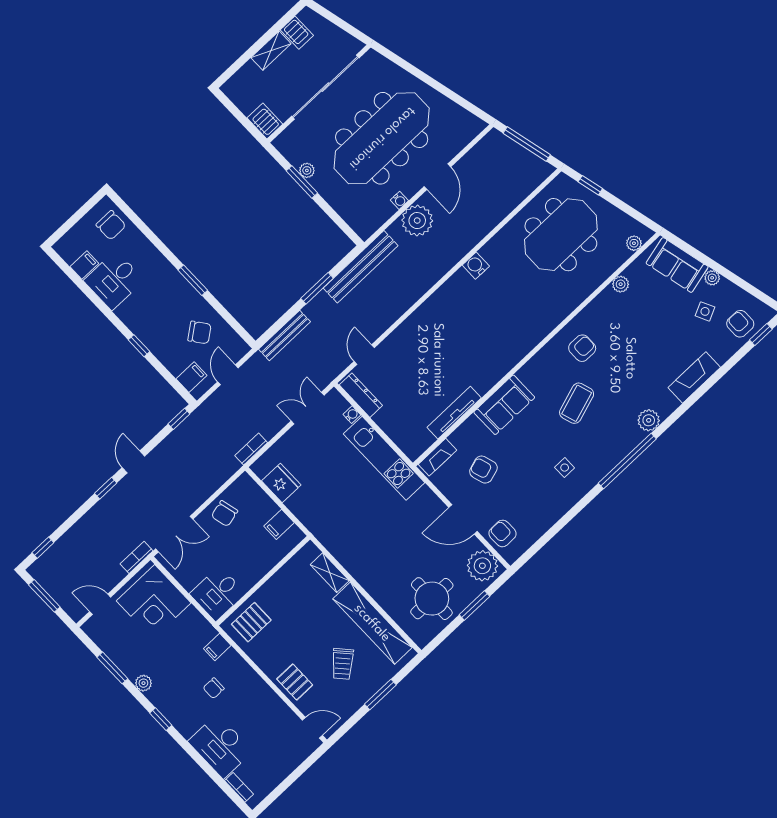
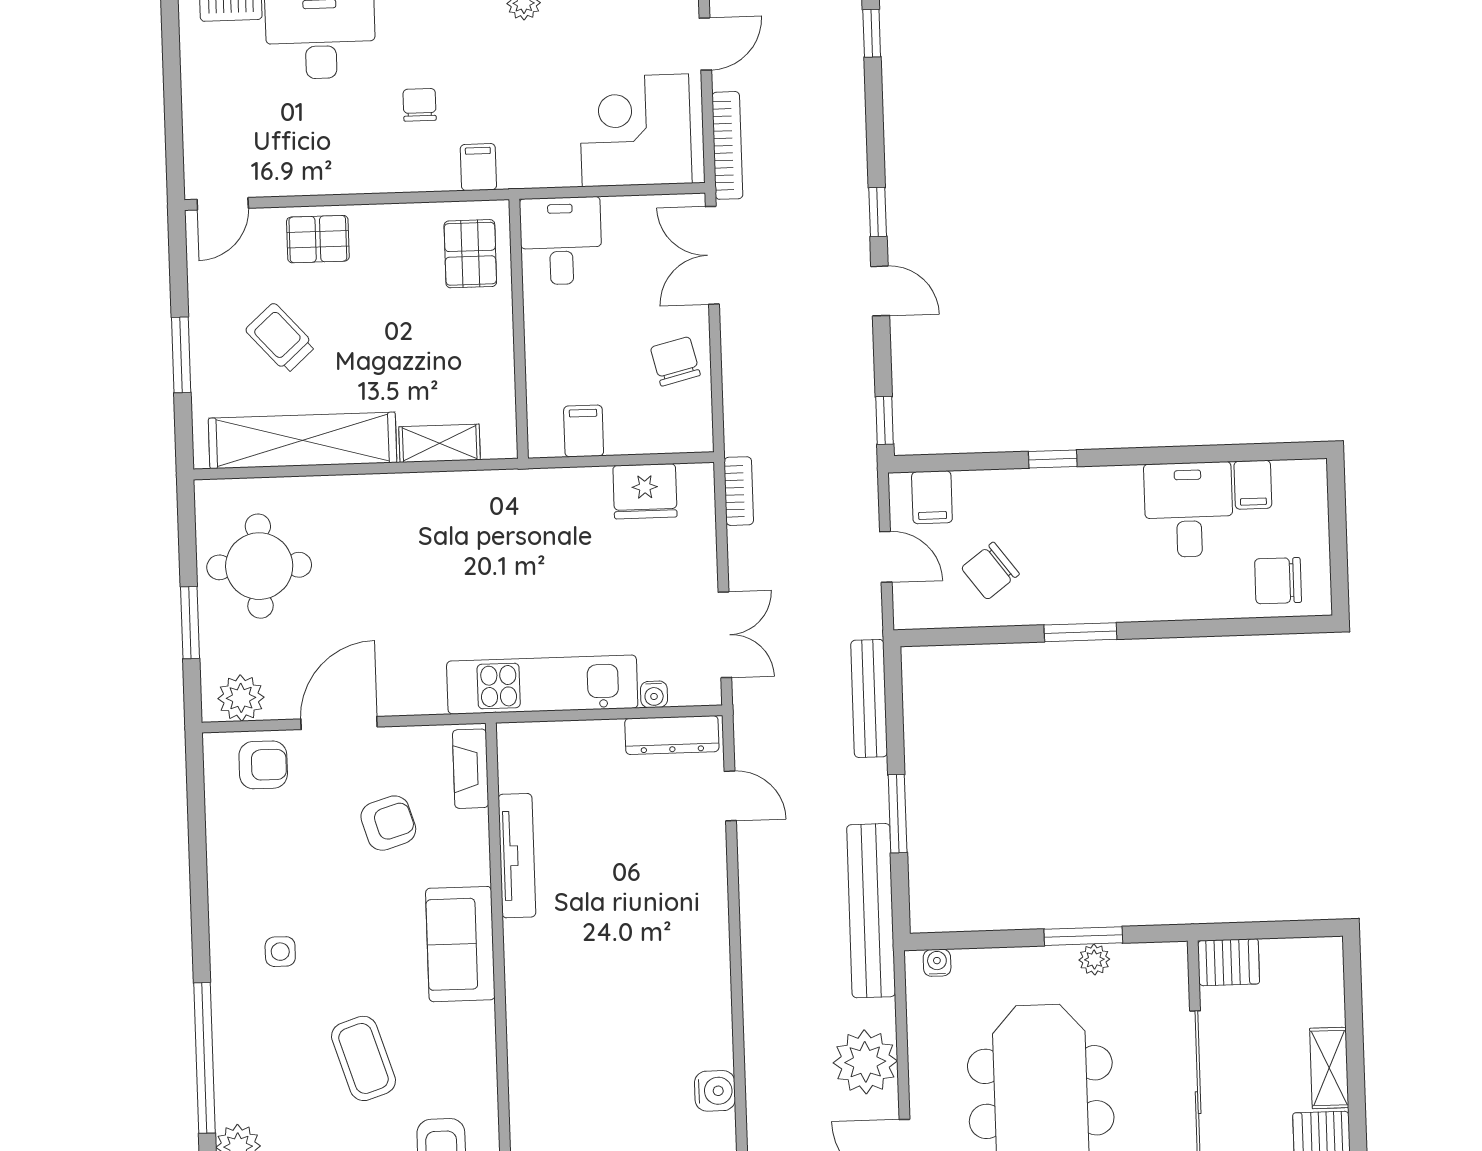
water cooler: (399, 200) -> (937, 963), moved, turned 90
bookcase: (137, 557) -> (727, 145), width x1.56
plant: (482, 566) -> (241, 698), width x0.73, depth x0.73

